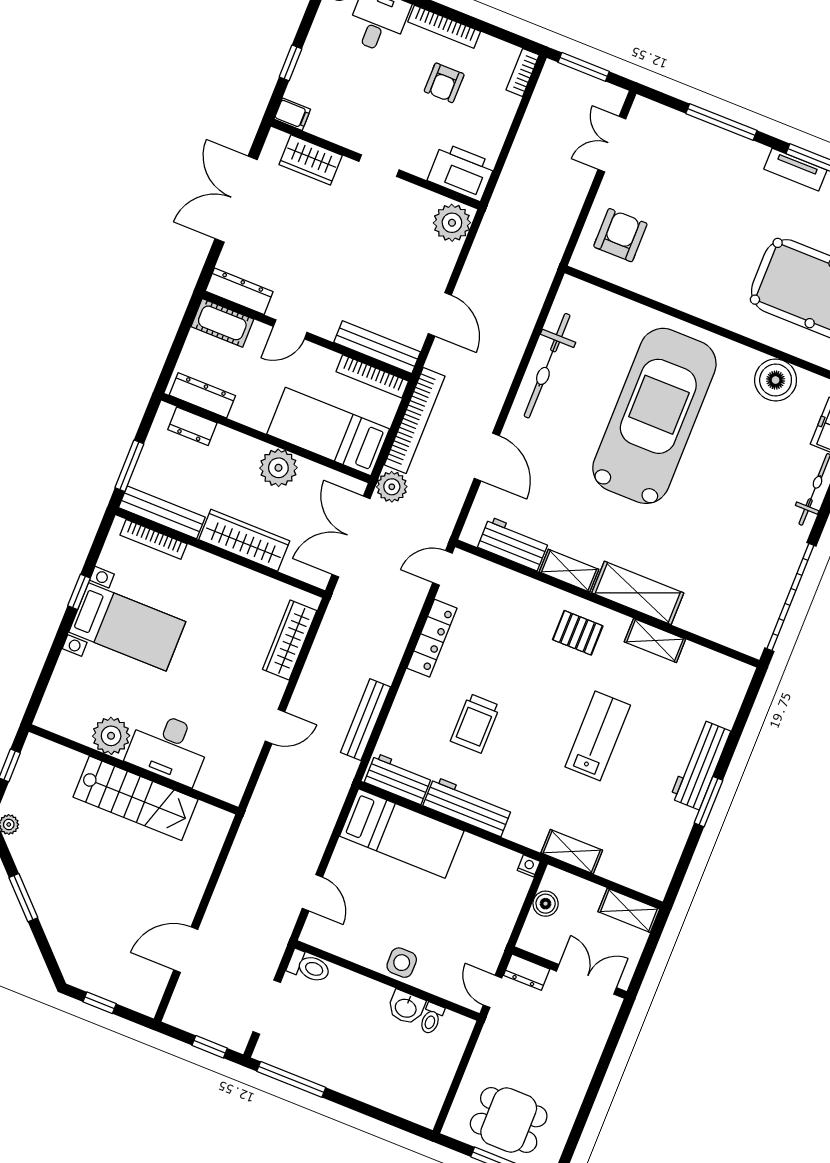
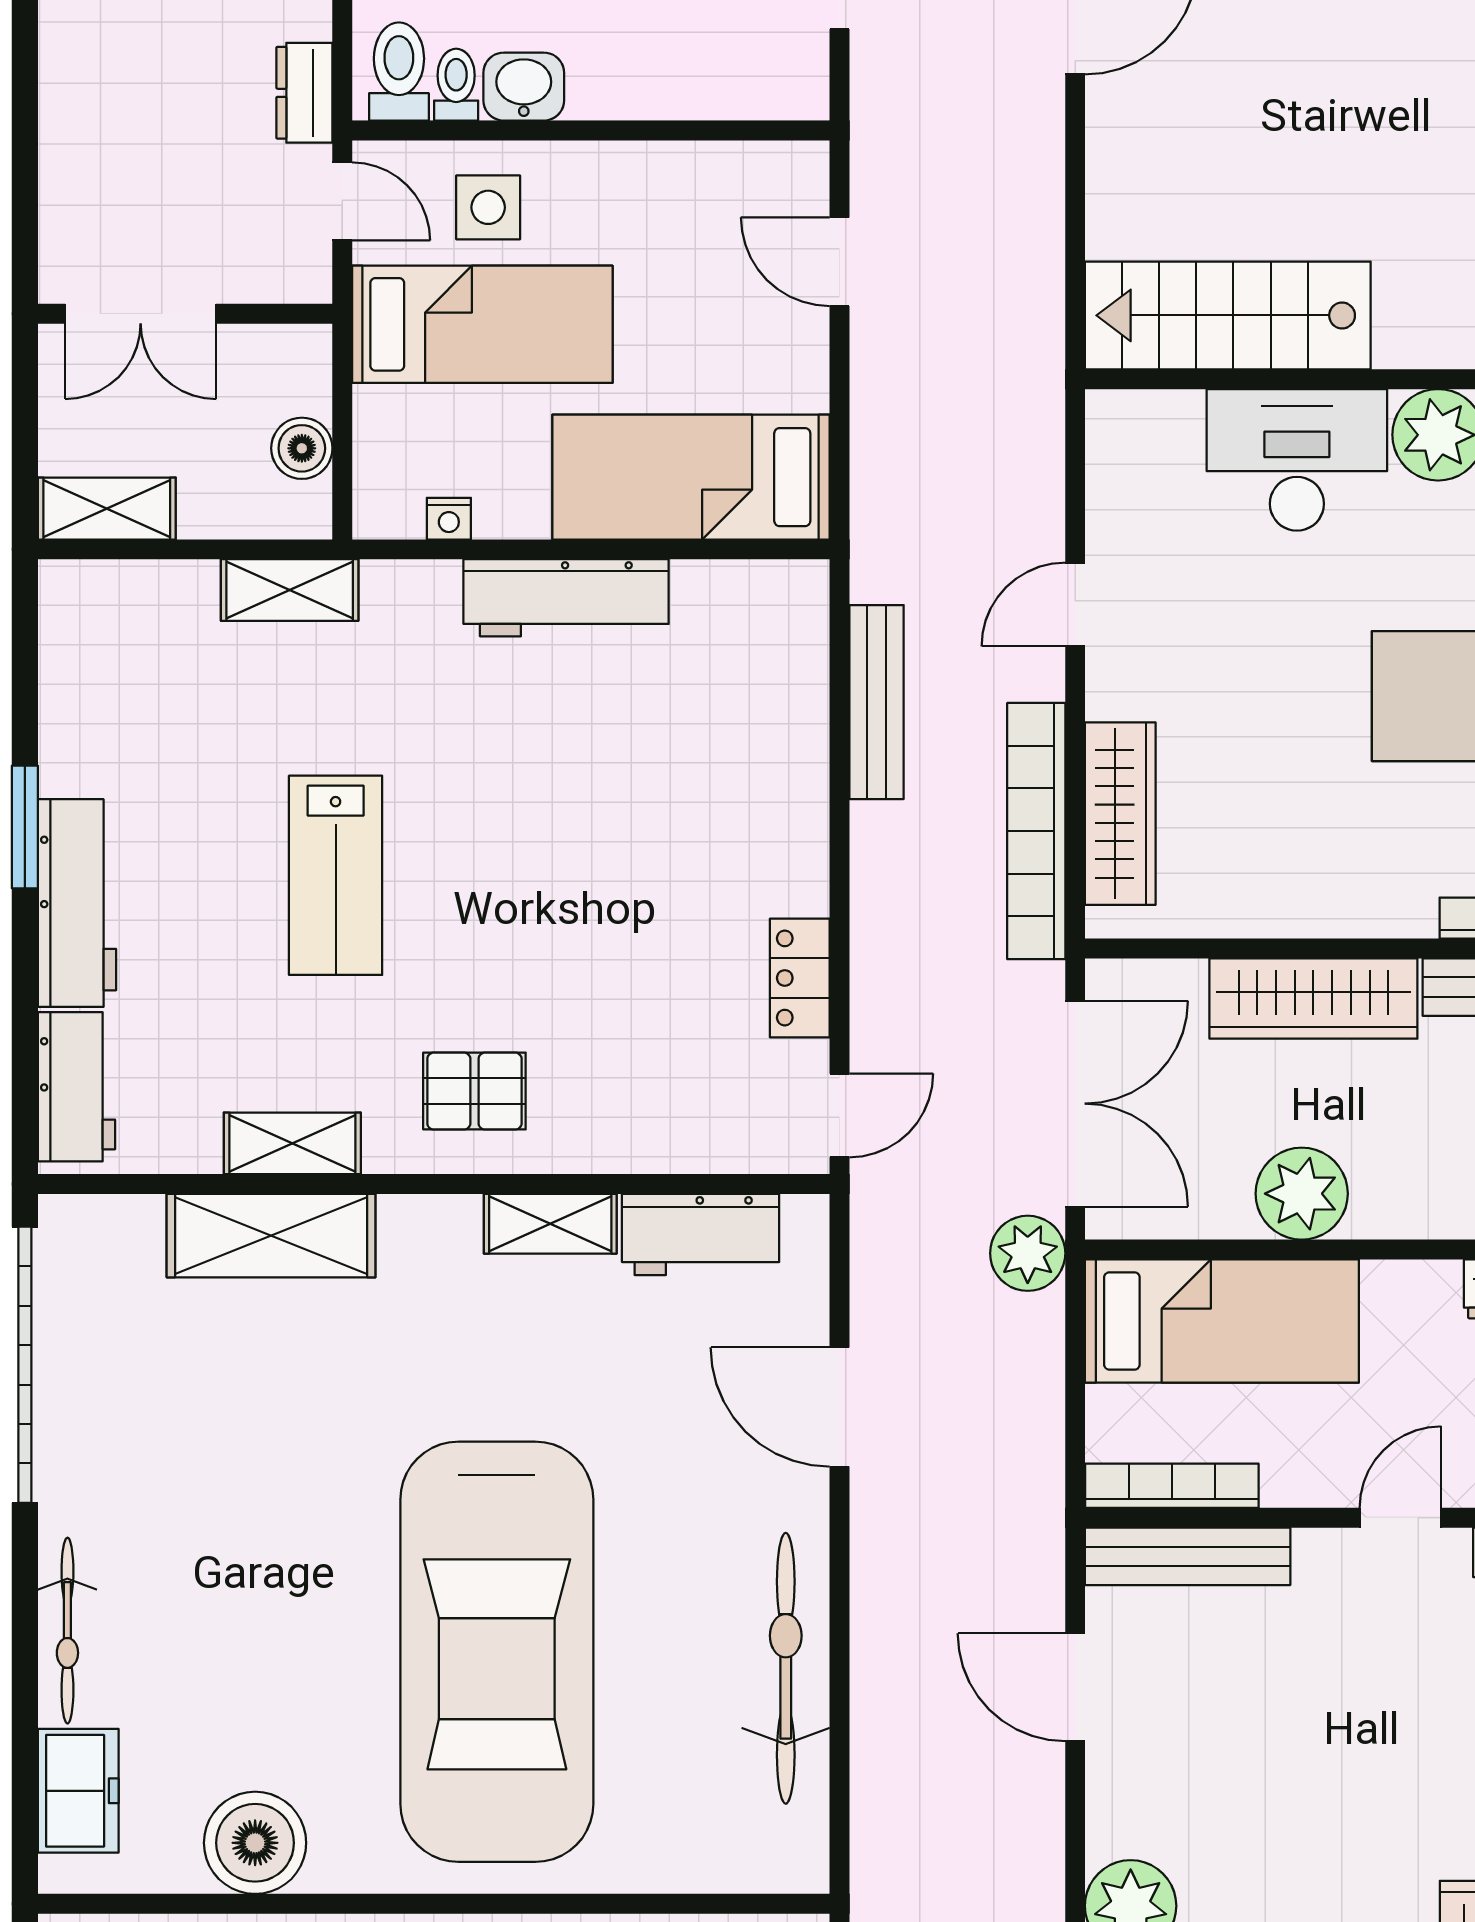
bookcase: (415, 420) -> (1036, 831), moved
shelving: (638, 593) -> (271, 1236), moved
locker: (432, 638) -> (800, 978), width x0.66
trolley: (475, 723) -> (624, 793), removed
workbench: (398, 779) -> (76, 1087), moved, turned -90
stairs: (135, 798) -> (1228, 315), moved
nightstand: (529, 866) -> (449, 519), moved
bed: (458, 923) -> (482, 324), added
side table: (402, 963) -> (488, 207), moved
toilet: (309, 967) -> (399, 72), moved, turned 90
dresser: (527, 972) -> (304, 93), moved, turned -90

